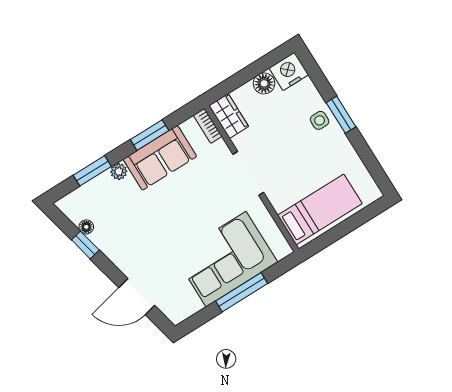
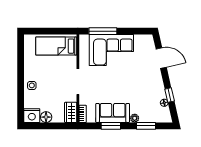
window: (341, 115) -> (21, 82), removed
window: (242, 292) -> (103, 31), moved

